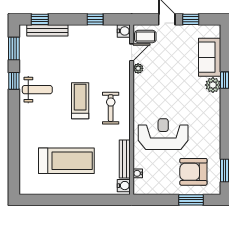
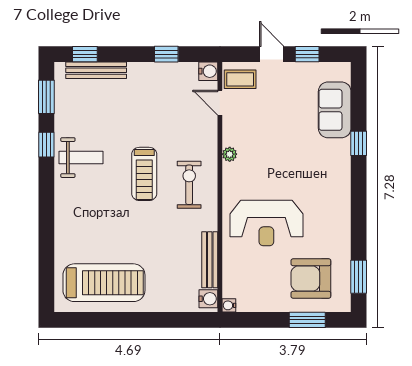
door: (132, 52) -> (220, 103), swing flipped
plant: (138, 68) -> (230, 154), moved
plant: (213, 85) -> (340, 151), removed
treadmill: (80, 101) -> (144, 174), turned 180
reception desk: (163, 134) -> (266, 223), turned 180
treadmill: (66, 161) -> (104, 283), moved
water cooler: (138, 173) -> (229, 305), moved

